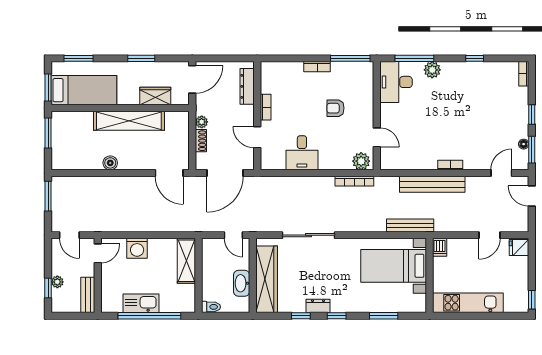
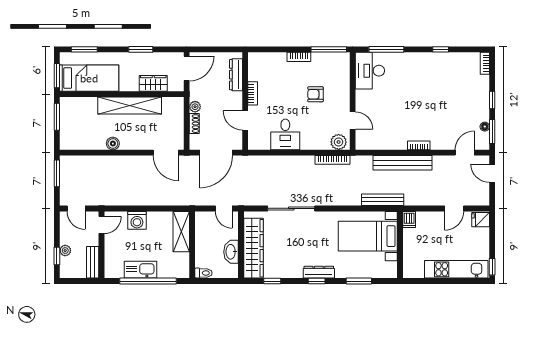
plant: (432, 70) -> (403, 60), removed
kitchen unit: (468, 303) -> (456, 269), moved
dresser: (318, 306) -> (319, 272), moved, width x1.44
window: (301, 316) -> (272, 281), moved

